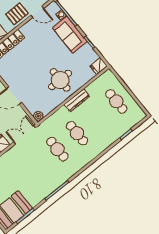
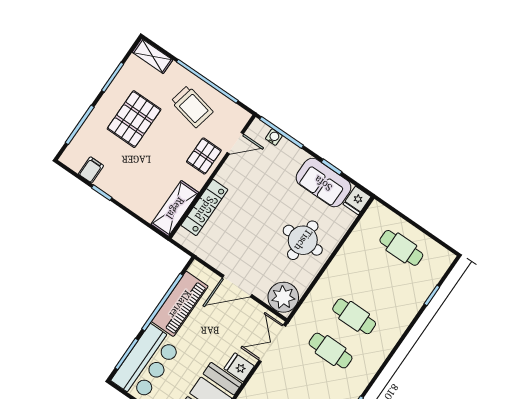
sofa: (70, 35) -> (323, 183), moved
dresser: (77, 100) -> (339, 265), removed
plant: (38, 116) -> (283, 297), width x1.88, depth x1.88

